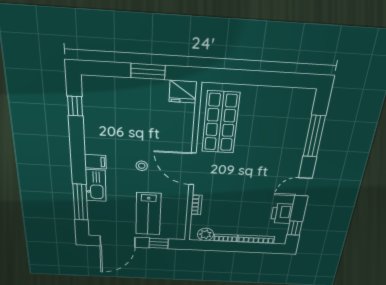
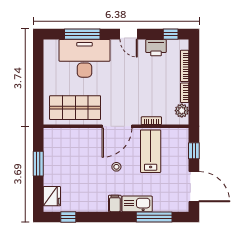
fridge: (183, 92) -> (52, 196), moved
desk: (283, 137) -> (85, 58), added
lab bench: (148, 214) -> (151, 151), moved, turned -90

